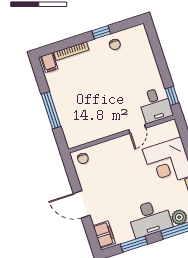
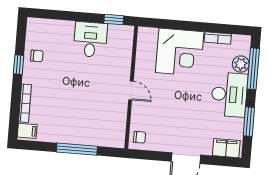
desk: (155, 105) -> (90, 40), moved, turned -90
door: (137, 129) -> (131, 90), moved

